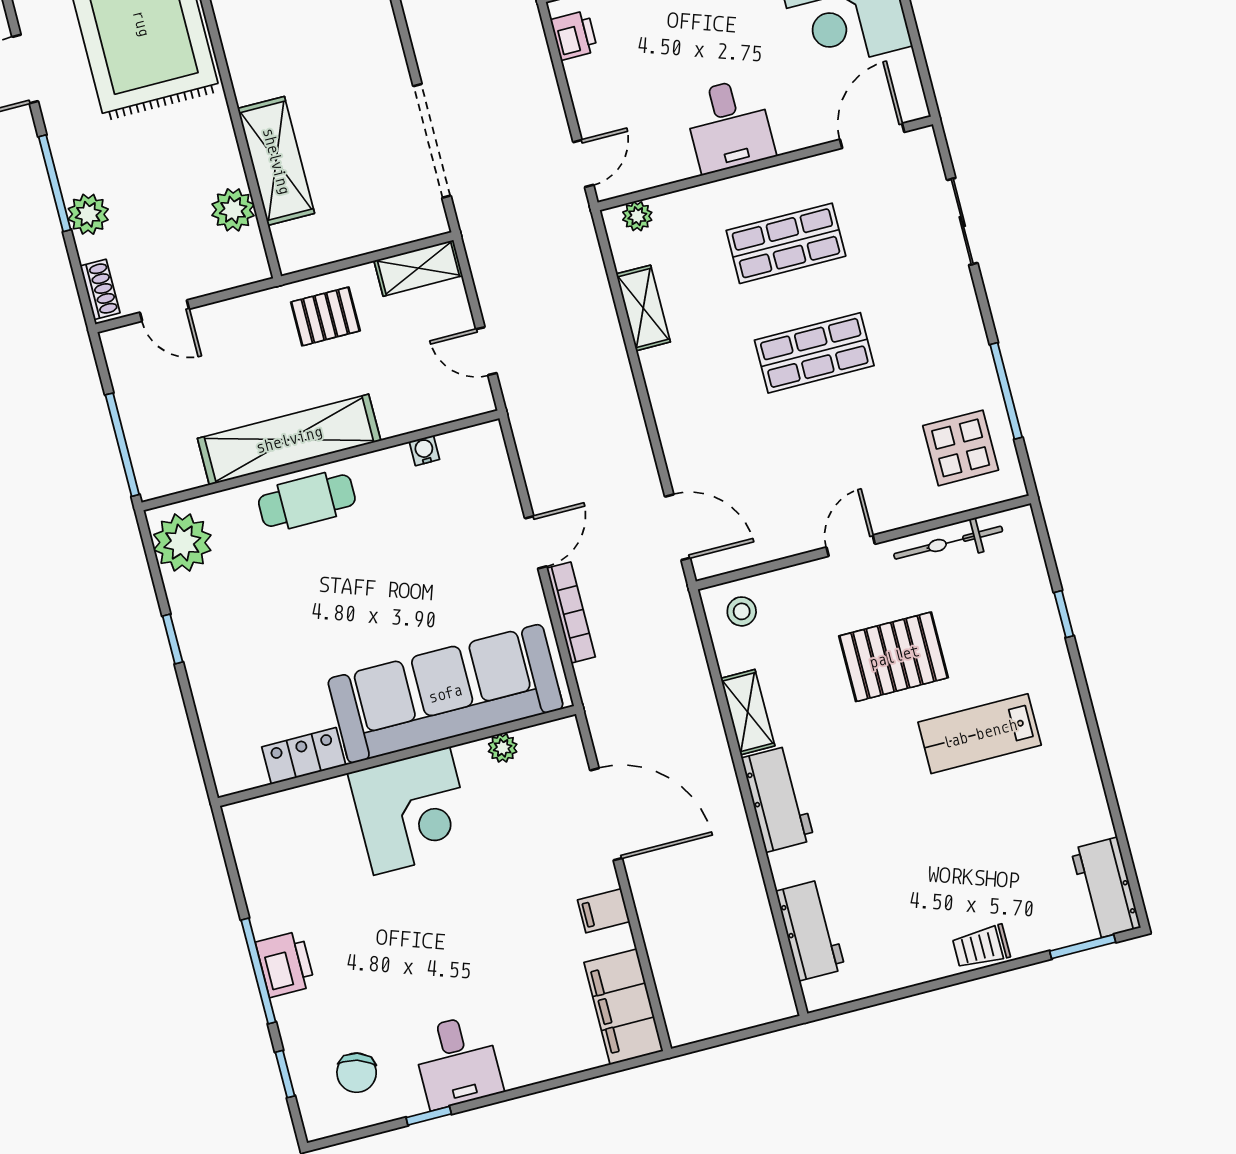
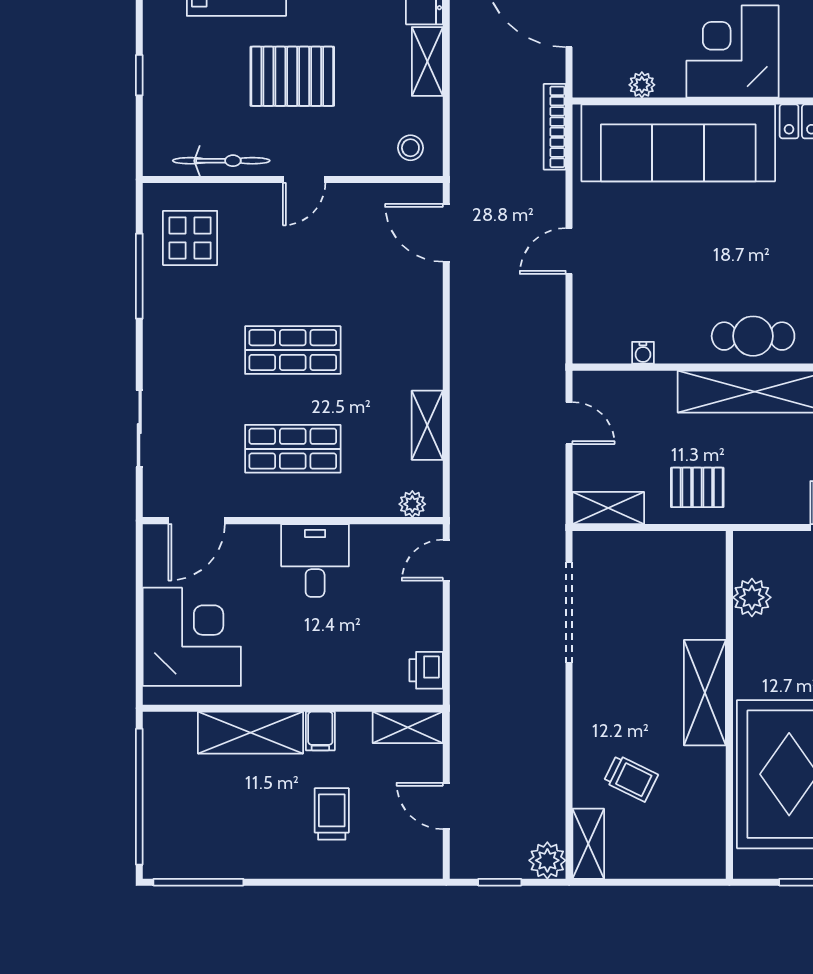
shelving: (276, 161) -> (705, 693), moved
bookcase: (571, 612) -> (555, 127), moved

